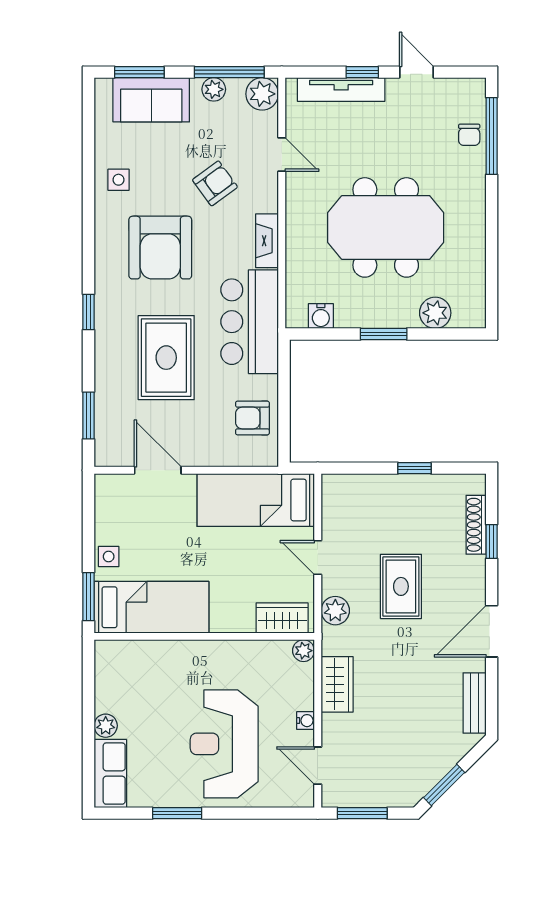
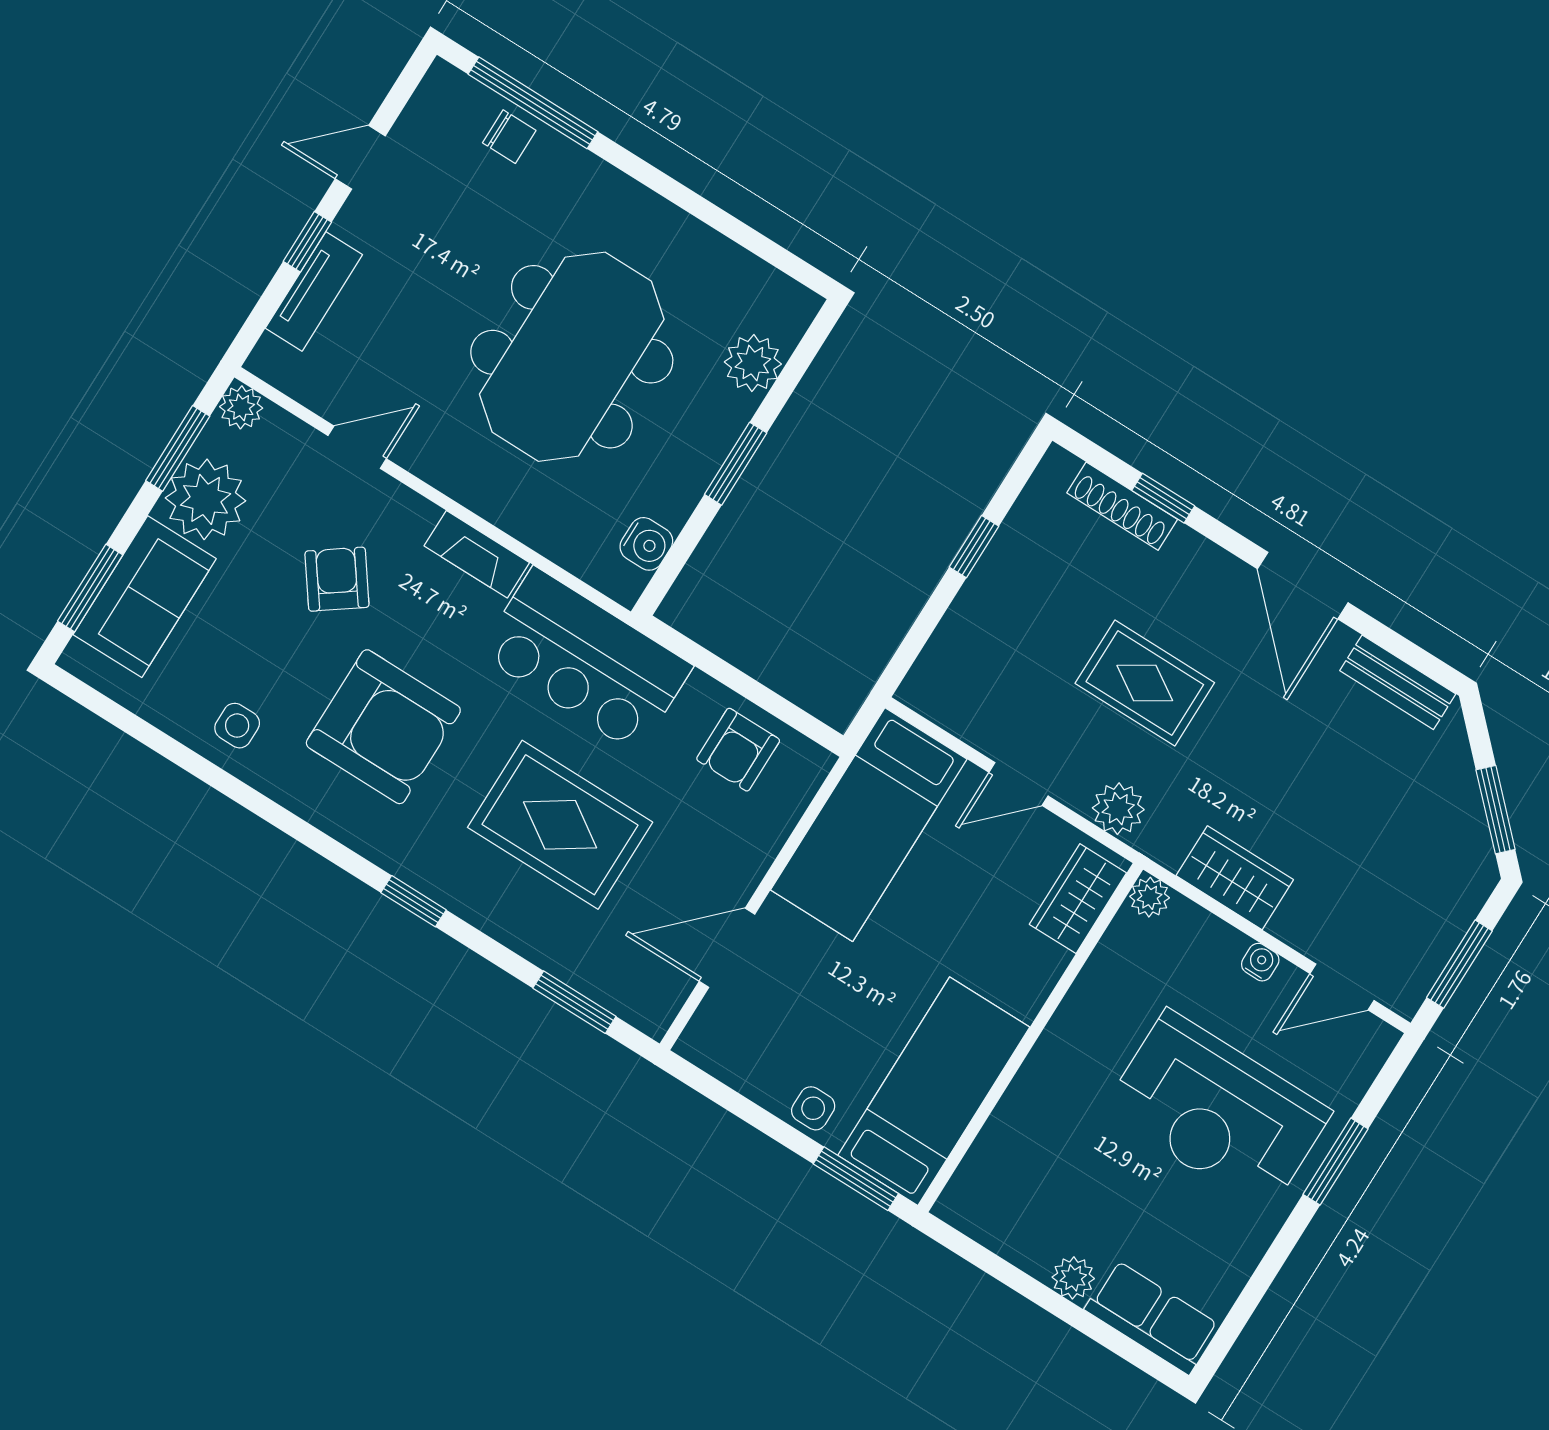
window: (229, 72) -> (178, 448), width x0.69
plant: (214, 89) -> (206, 499), width x1.88, depth x1.88
tv unit: (341, 89) -> (314, 291), width x0.71
plant: (262, 94) -> (241, 407), width x0.73, depth x0.73
window: (177, 813) -> (1336, 1162), moved

